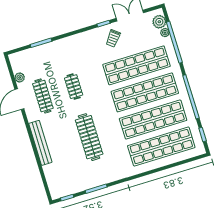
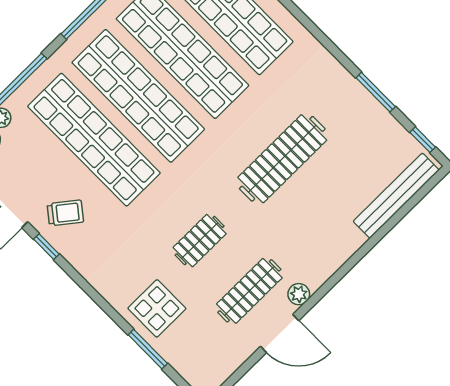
display table: (55, 55) -> (157, 308), added
plant: (20, 77) -> (299, 294), moved
bench: (40, 143) -> (396, 196), moved

